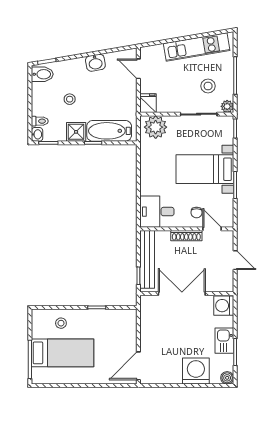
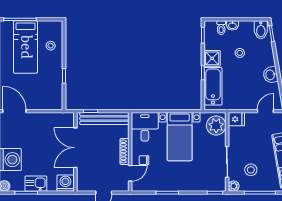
washbasin: (37, 134) -> (232, 25), moved
bed with nightstands: (205, 169) -> (180, 137), moved, turned 180
double door: (182, 294) -> (75, 148), swing flipped

